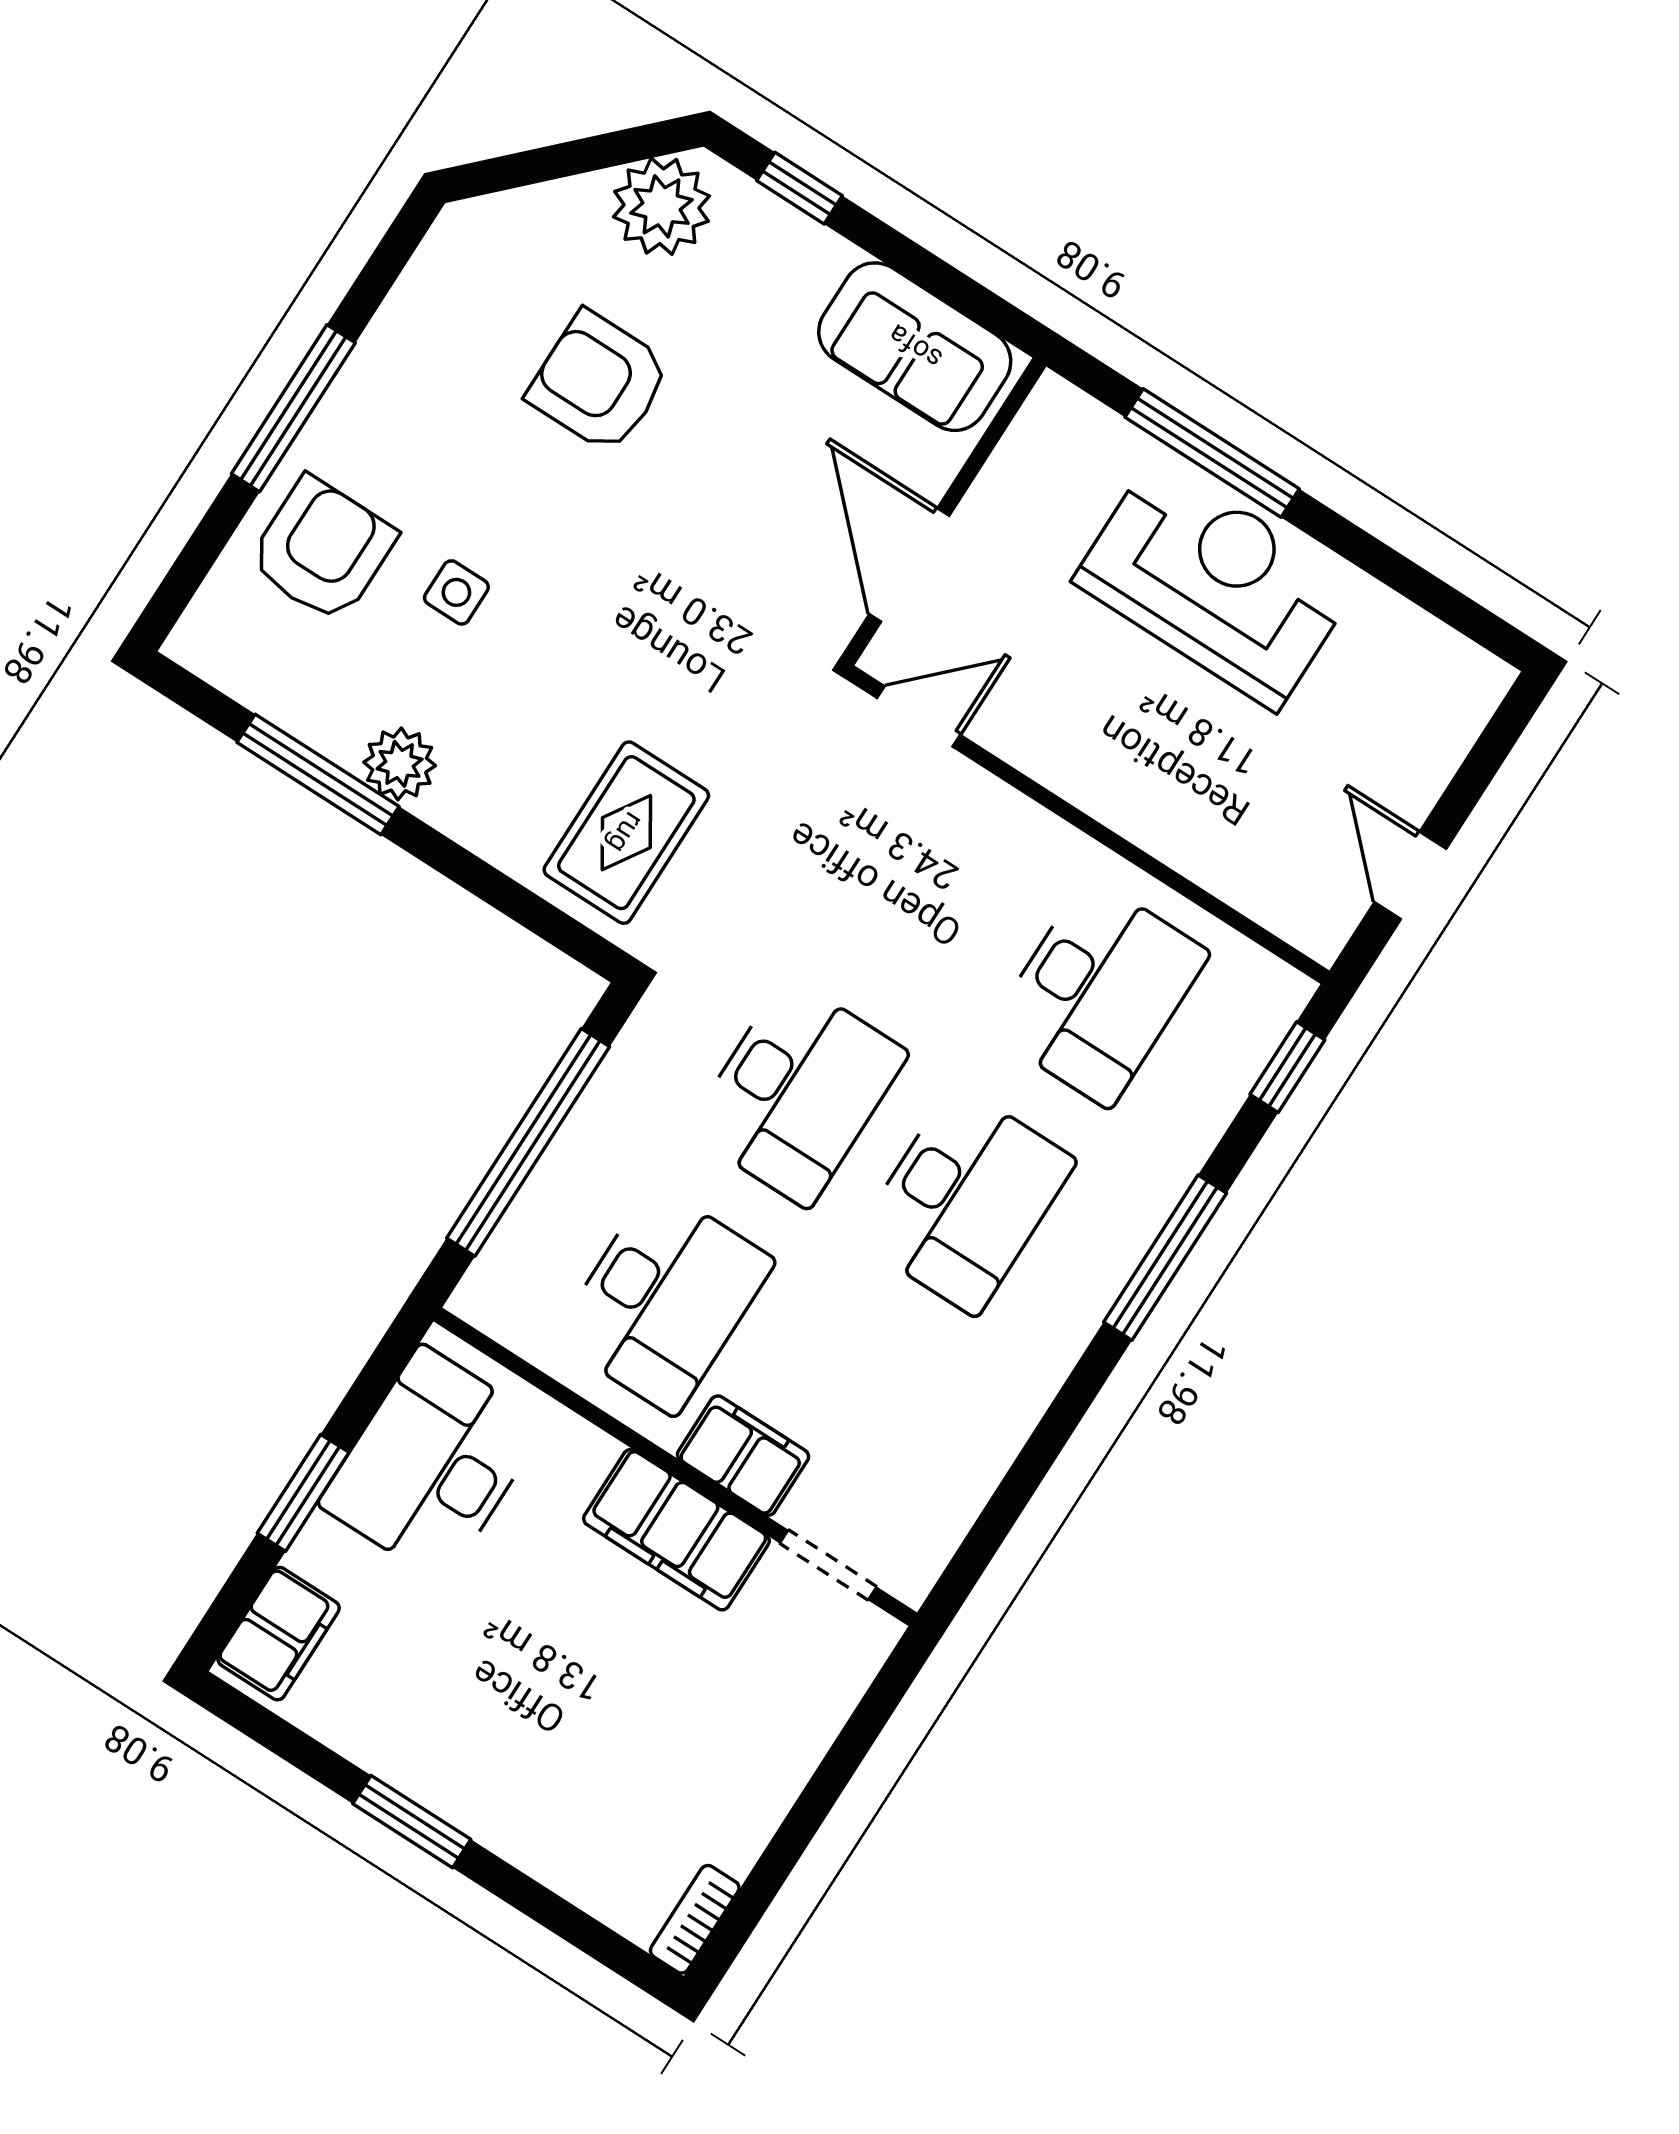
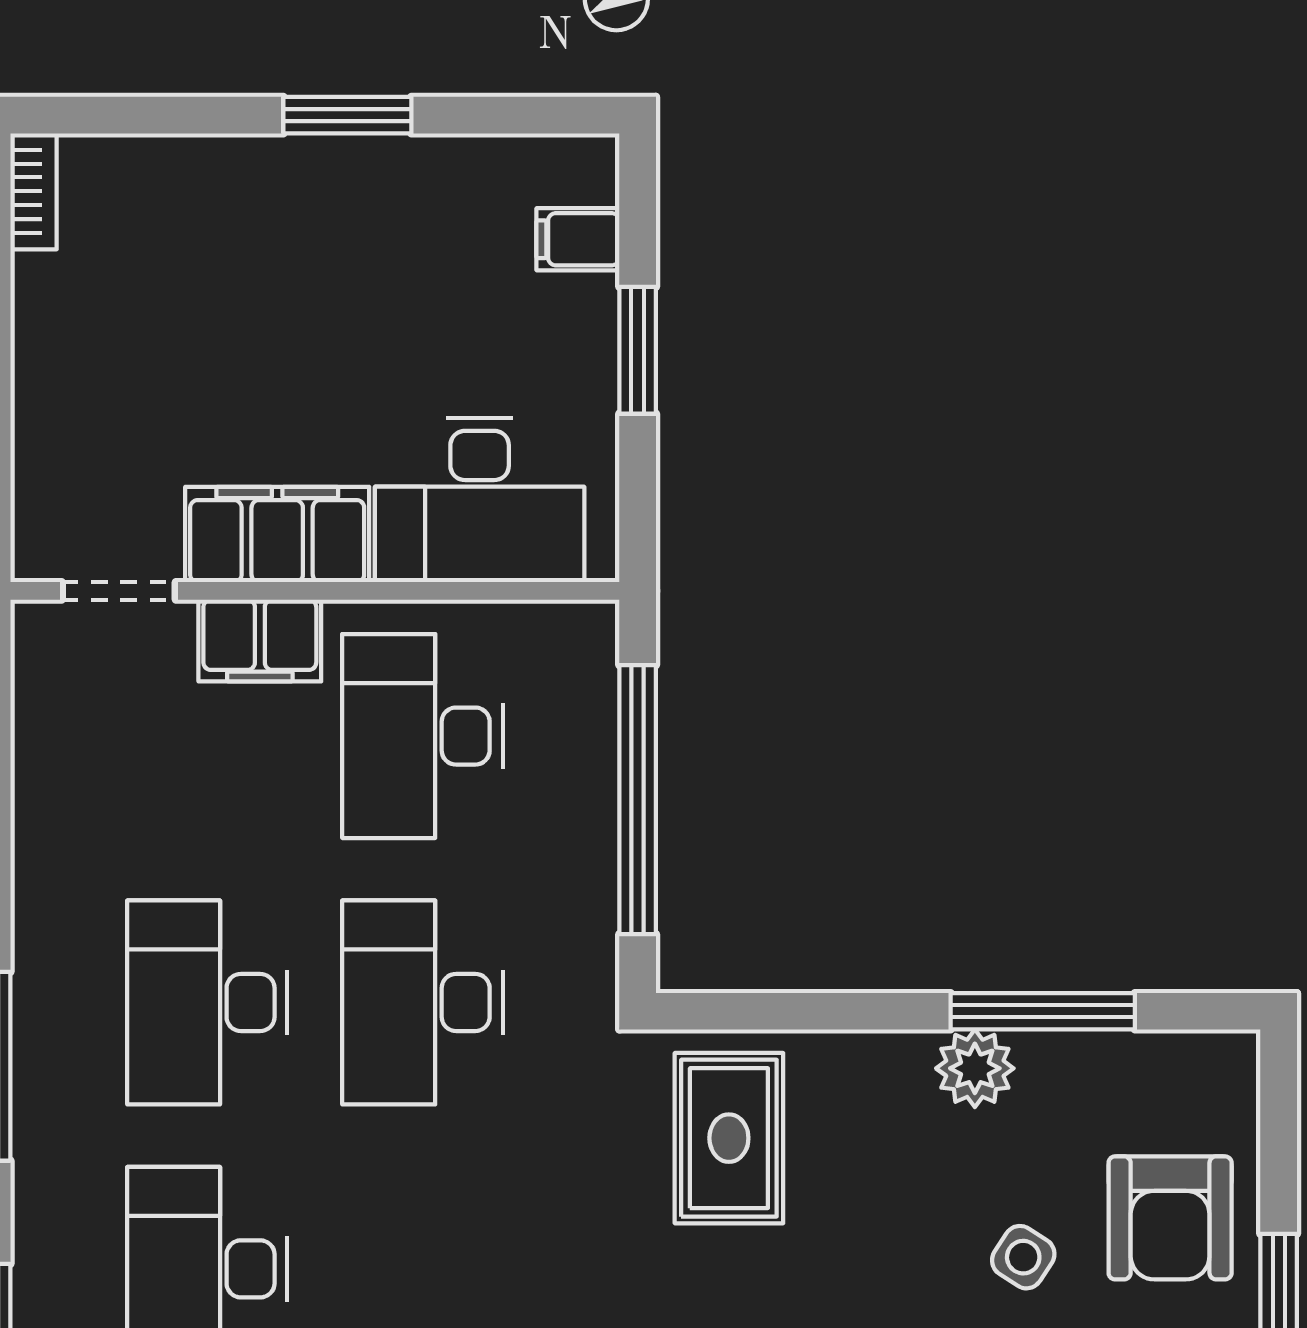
side table: (456, 592) -> (1023, 1257), turned 33
desk: (432, 1464) -> (480, 500), moved, turned 90
filing cabinet: (279, 1634) -> (578, 239), width x0.50

